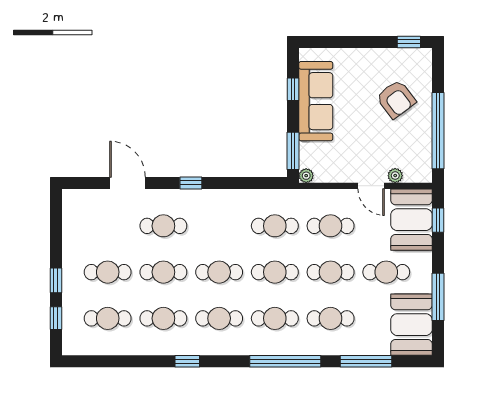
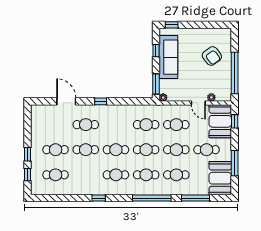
window: (409, 42) -> (172, 25), moved
cafe table: (163, 318) -> (86, 175), removed

